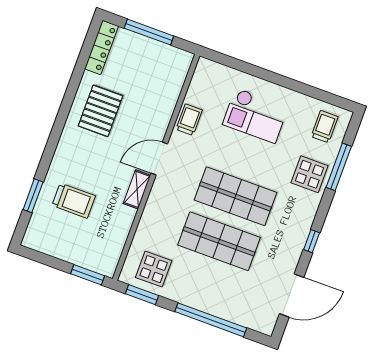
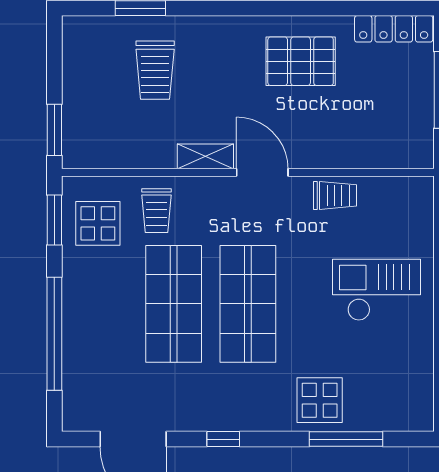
checkout: (255, 116) -> (376, 290), turned 90
trolley: (325, 127) -> (156, 211), moved, turned 90

